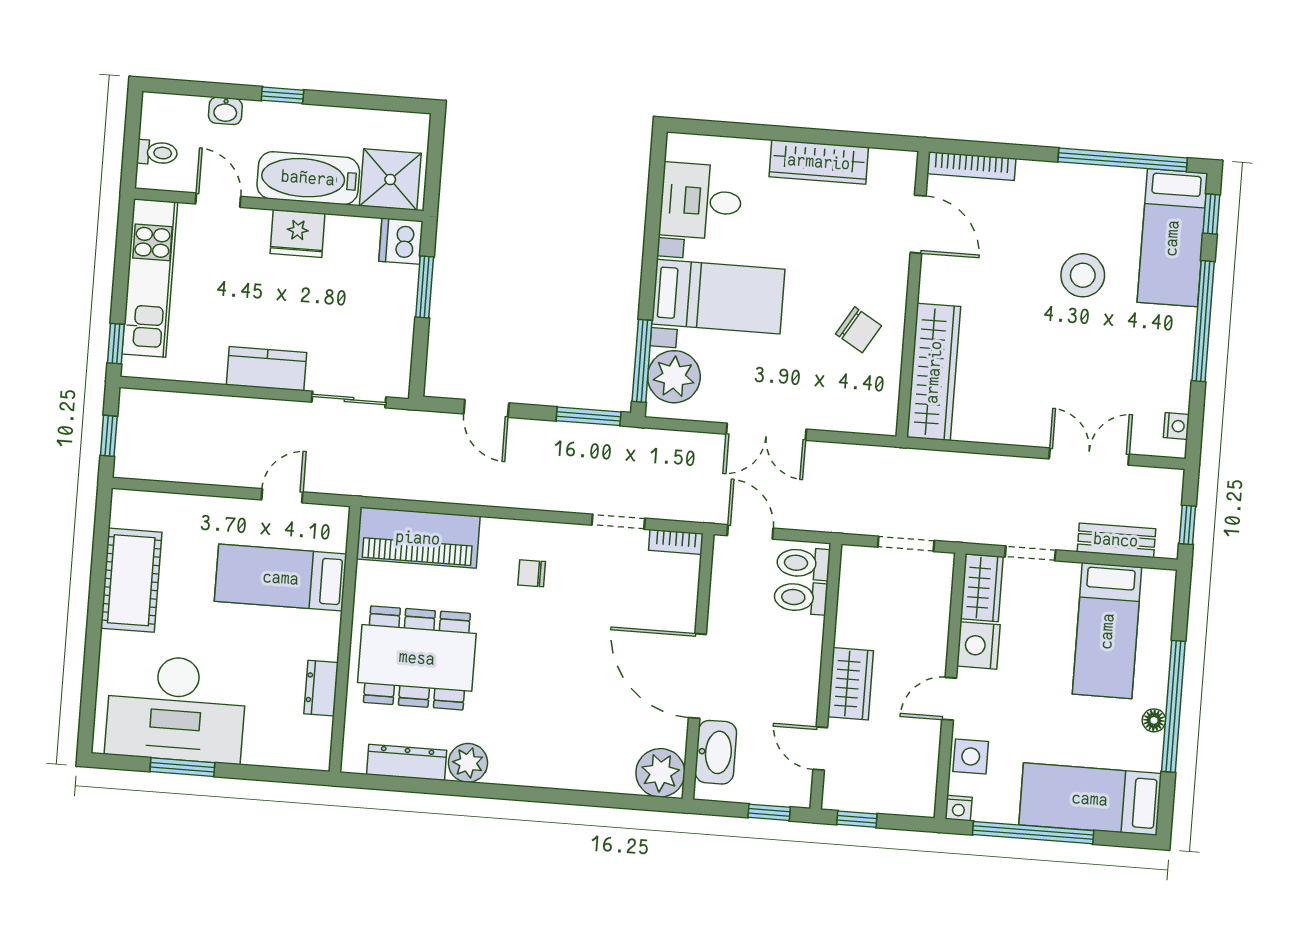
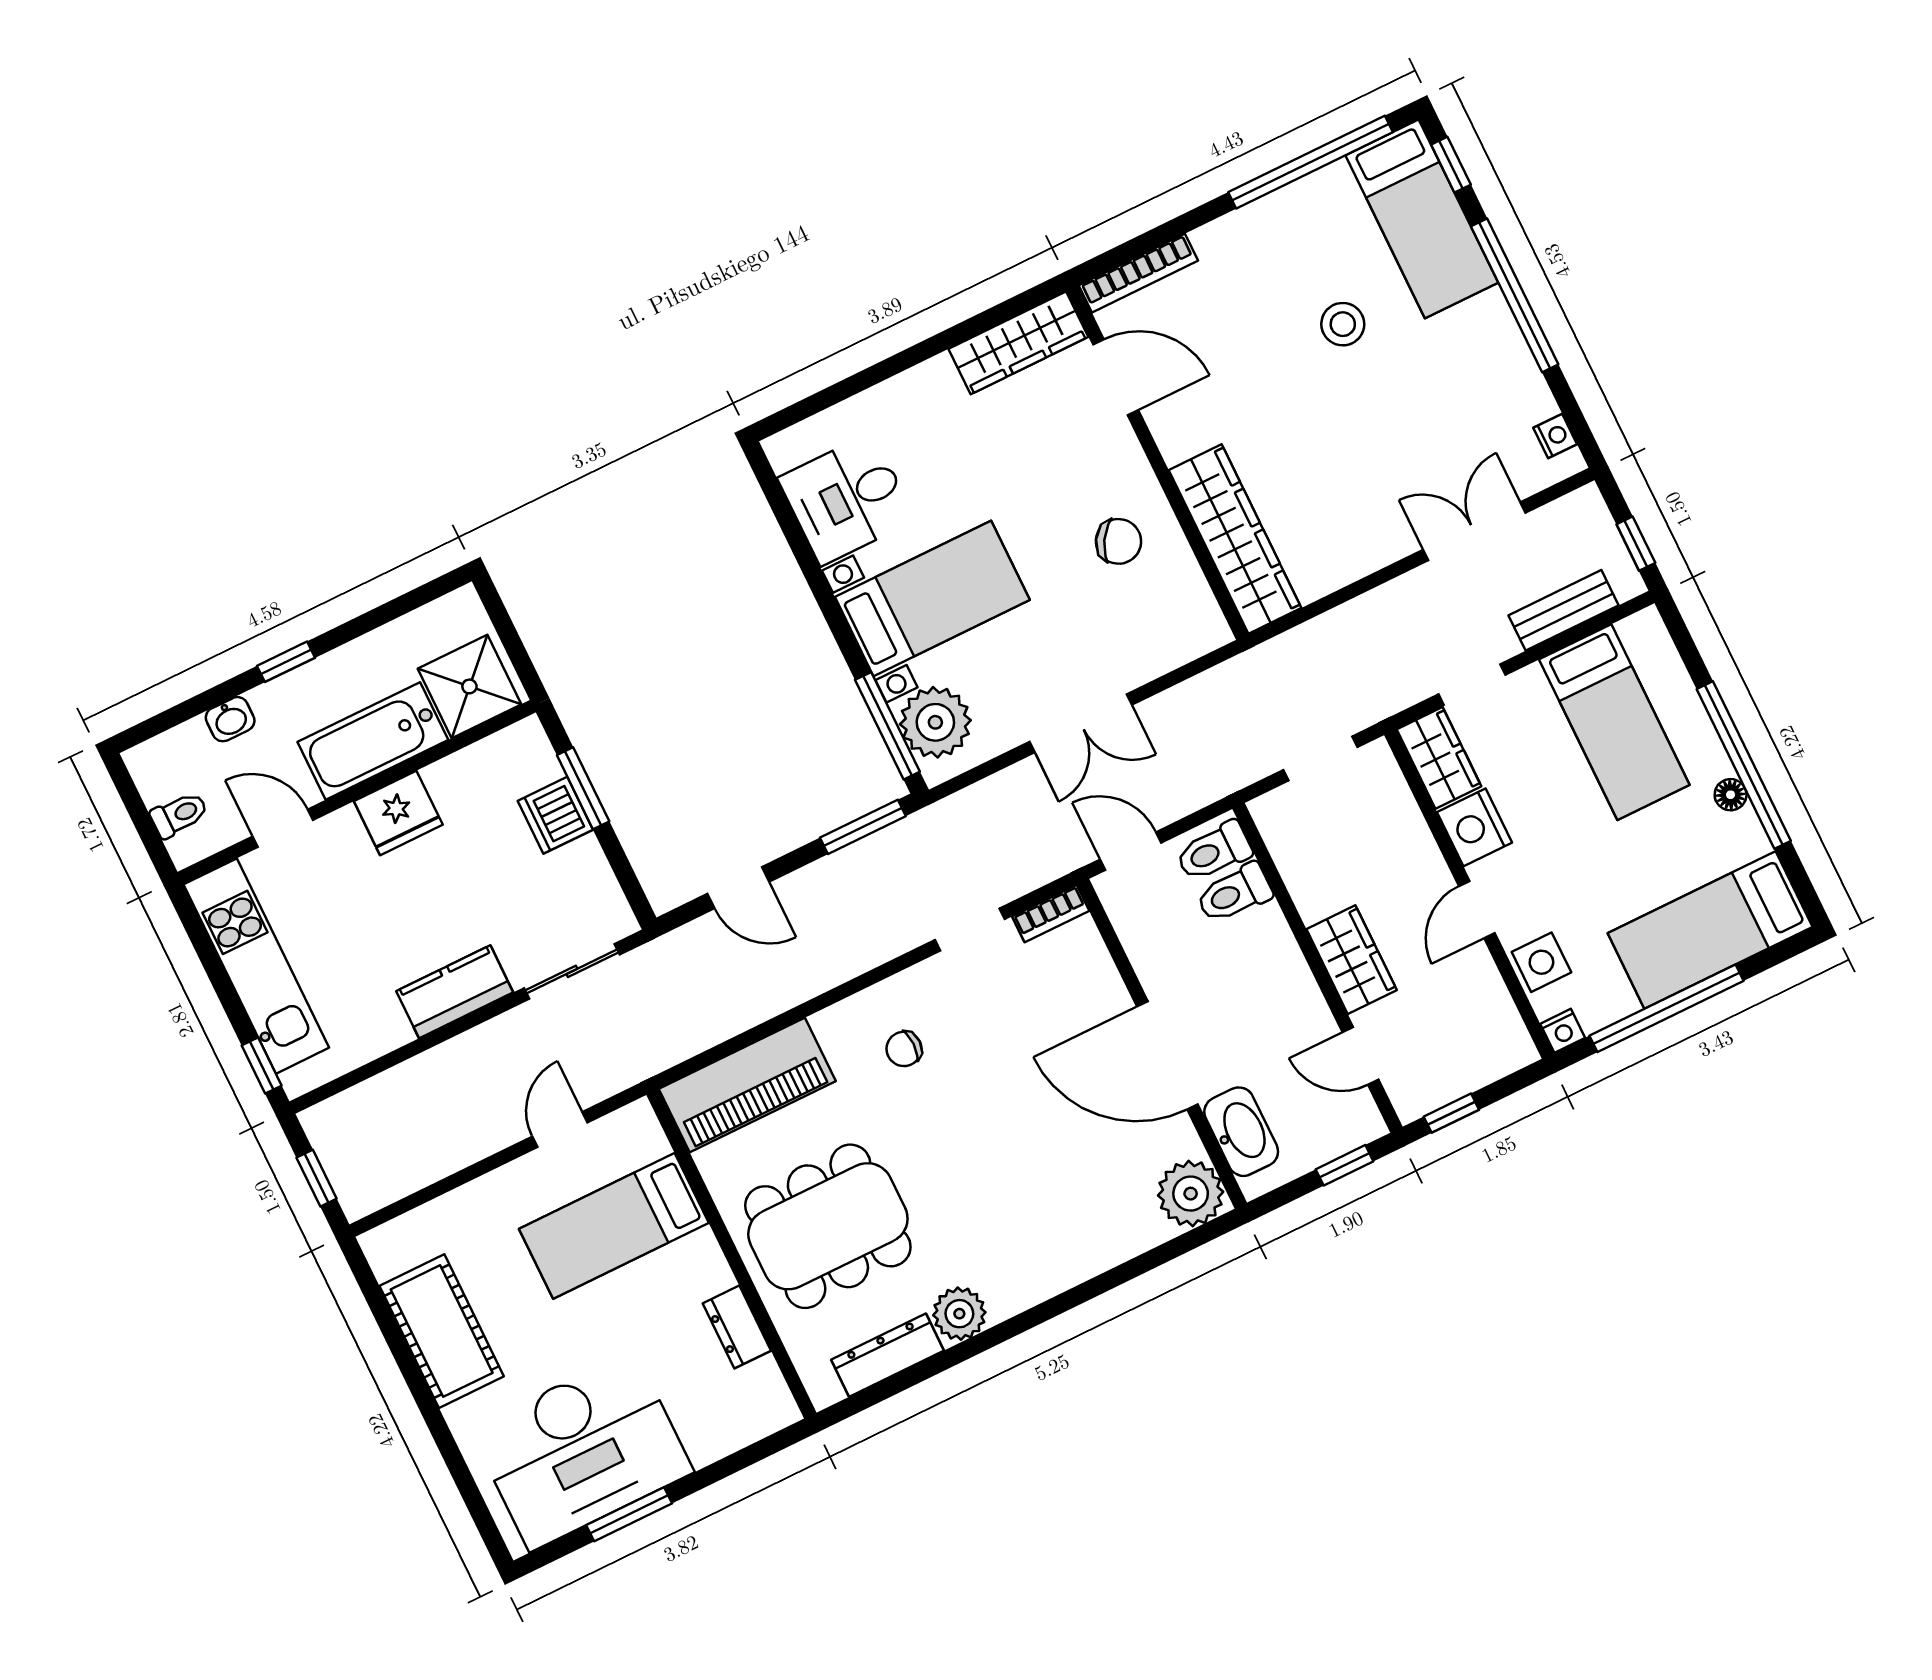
wardrobe: (819, 162) -> (1018, 343), moved
dishwasher: (401, 241) -> (555, 815), moved
stool: (1083, 275) -> (1343, 324), width x0.73, depth x0.73

